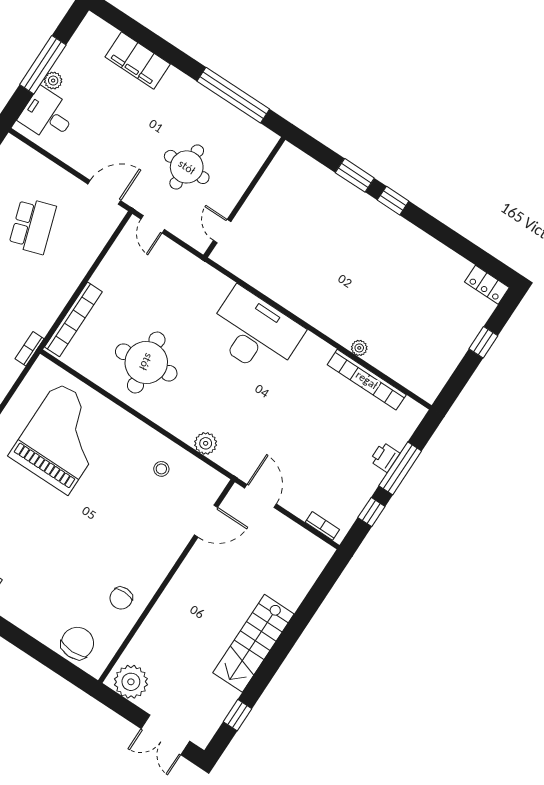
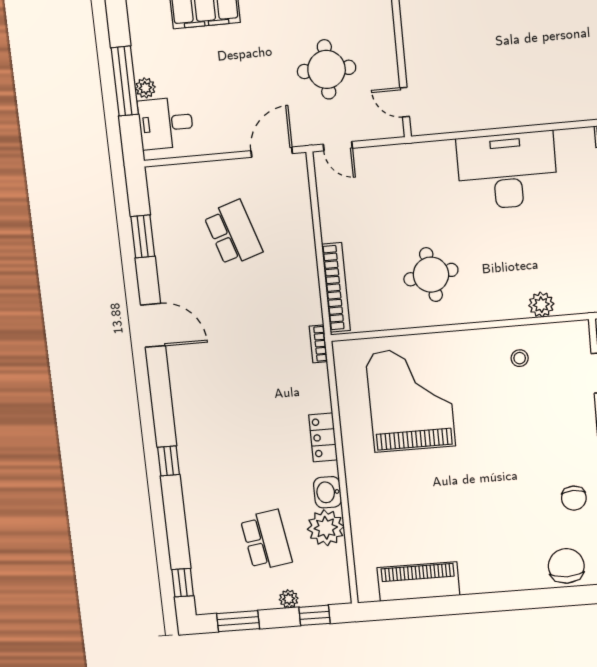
round table: (146, 362) -> (431, 275), width x0.73, depth x0.73

